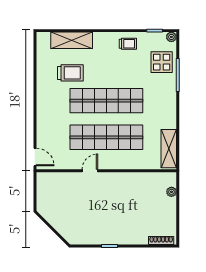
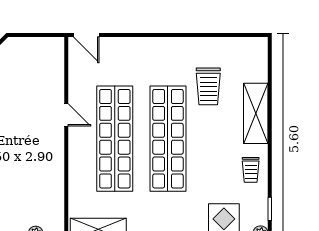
shelving: (72, 40) -> (256, 113), moved
door: (35, 157) -> (86, 35), hinge flipped

